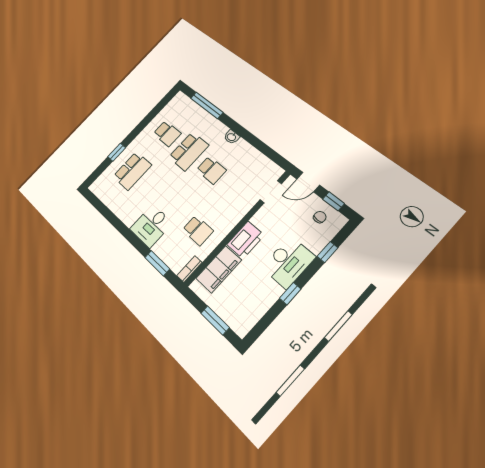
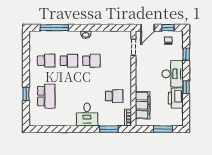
school desk: (189, 151) -> (69, 61), width x0.54
printer: (246, 240) -> (176, 98), moved, turned 180

